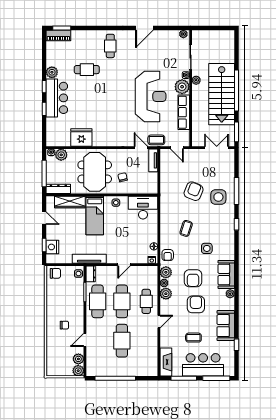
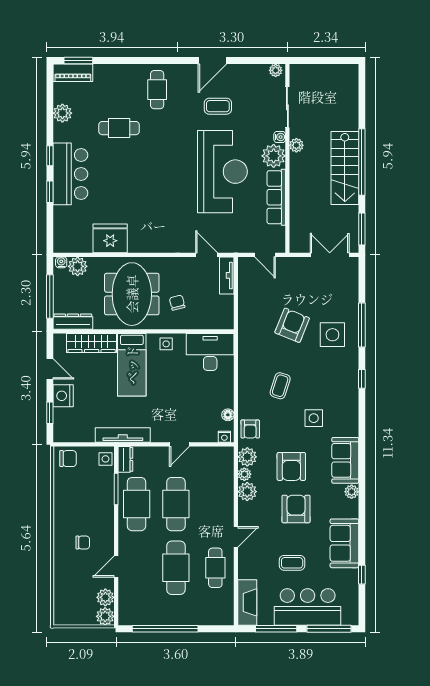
plant: (52, 72) -> (62, 113), moved
stairs: (222, 94) -> (345, 168), width x0.73, depth x0.66
coffee table: (156, 140) -> (218, 106), moved
nightstand: (52, 247) -> (63, 396), moved
cafe table: (146, 301) -> (215, 568), moved

